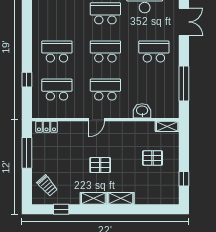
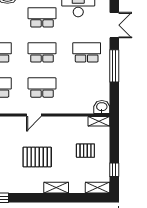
window: (184, 83) -> (114, 66), moved
washbasin: (142, 111) -> (102, 107), moved
pallet: (100, 165) -> (37, 157), width x1.50, depth x1.42
shelving: (93, 198) -> (98, 188), moved

